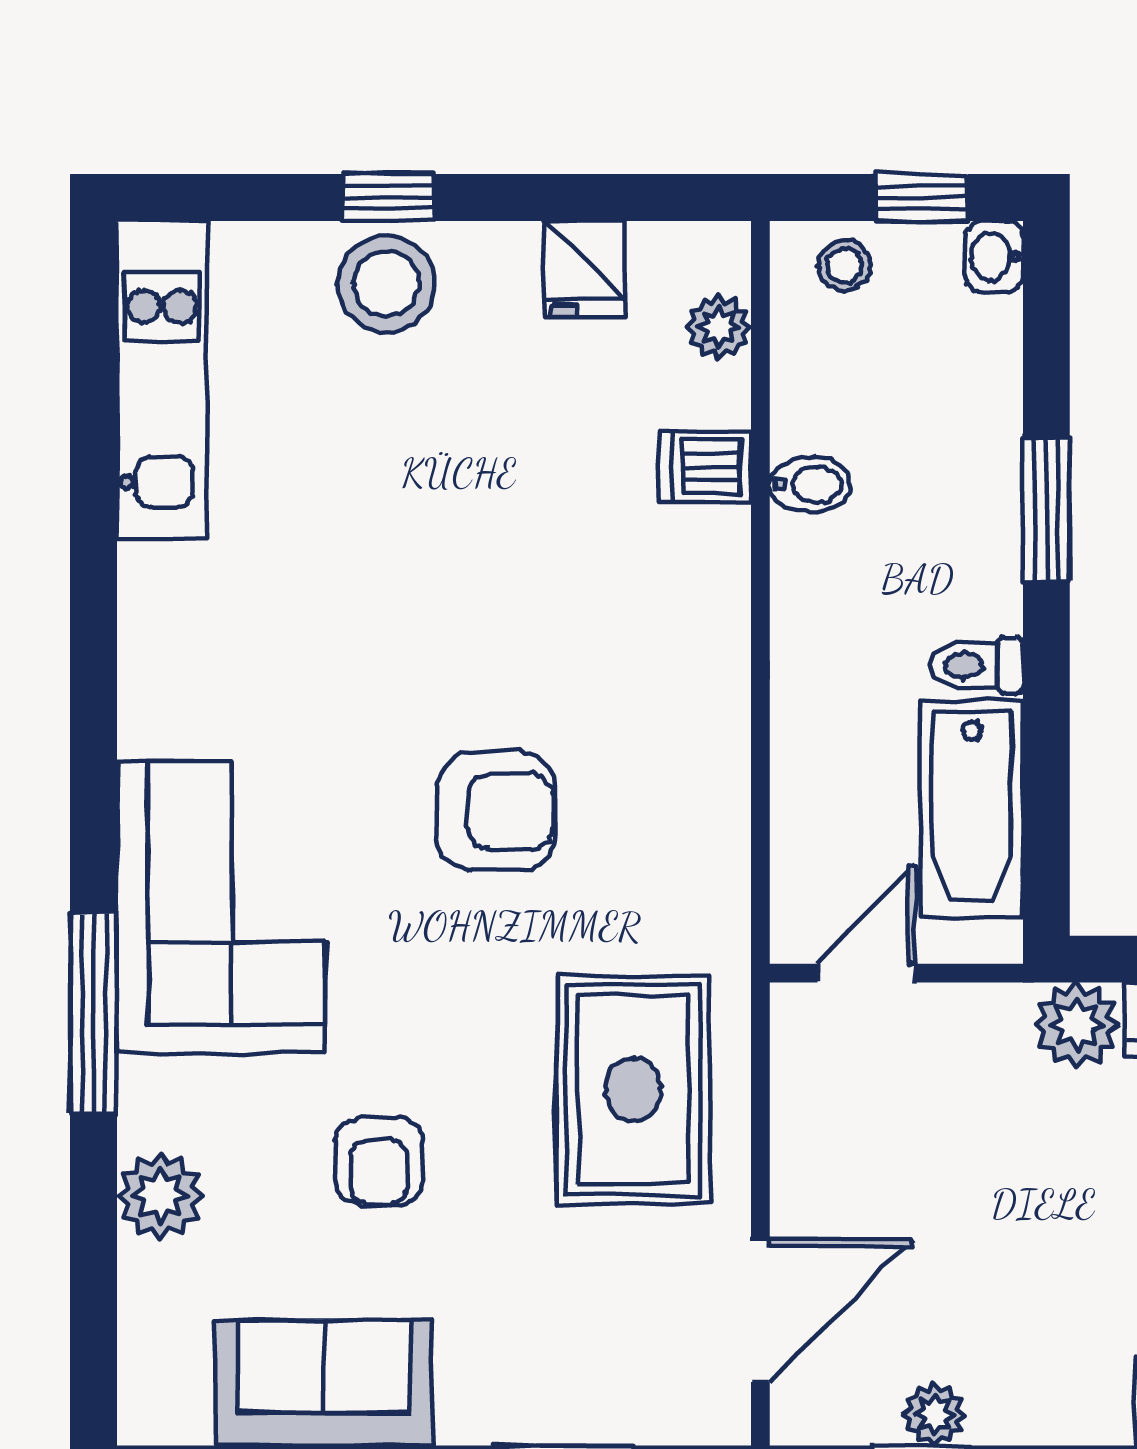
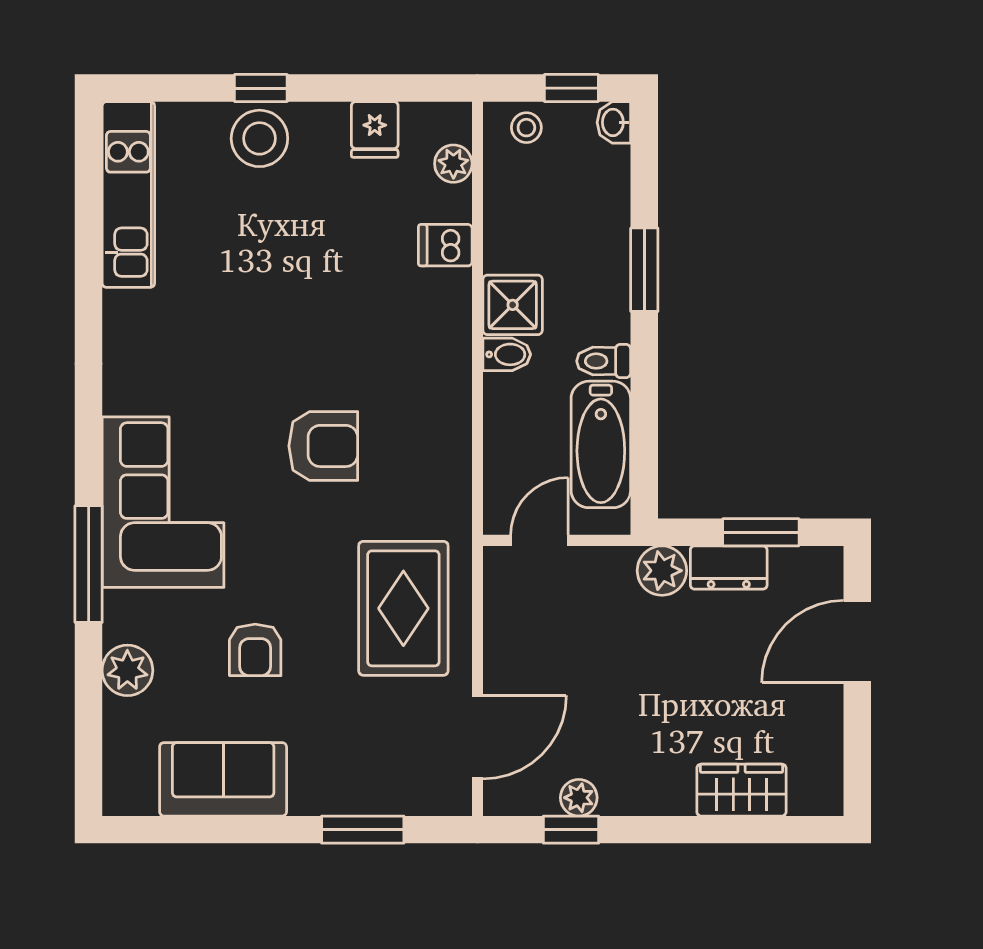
bidet: (811, 484) -> (507, 354), moved
shower: (821, 569) -> (513, 305), added

